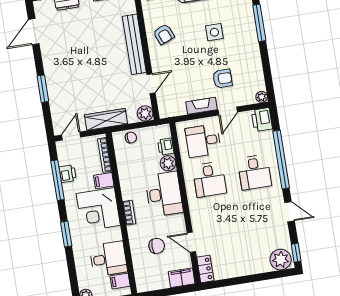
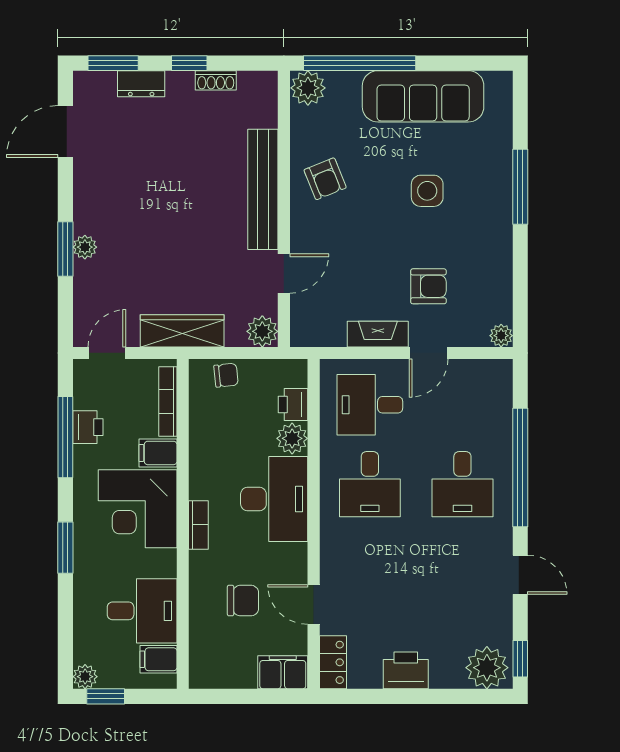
plant: (52, 86) -> (85, 247), added
printer: (262, 120) -> (406, 670), moved, turned 90

